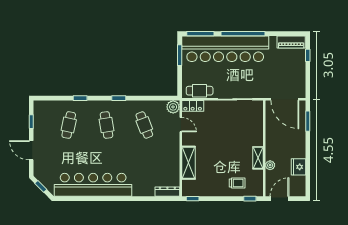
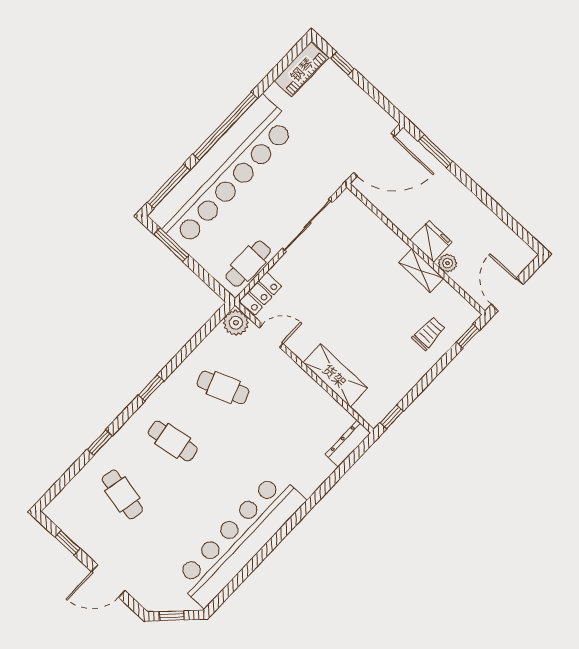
fridge: (298, 167) -> (431, 241), moved, turned 180

